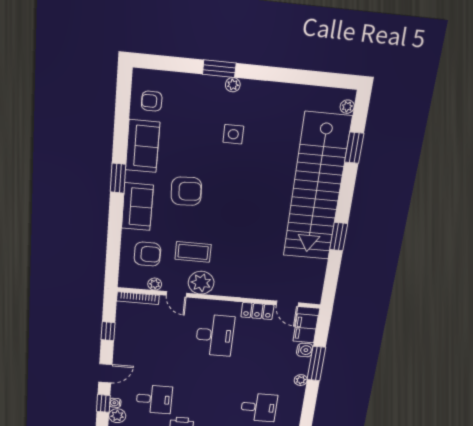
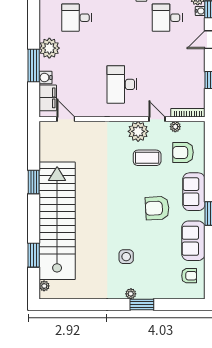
locker: (257, 311) -> (90, 110), removed
plant: (301, 380) -> (49, 48), width x1.88, depth x1.88

